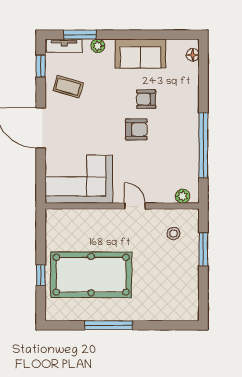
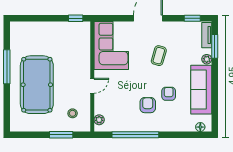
sofa: (140, 54) -> (201, 90), width x1.36
coffee table: (68, 87) -> (159, 56), moved
armchair: (136, 129) -> (148, 105), moved, turned 180
window: (41, 275) -> (76, 18), moved
pool table: (91, 275) -> (37, 85), moved

